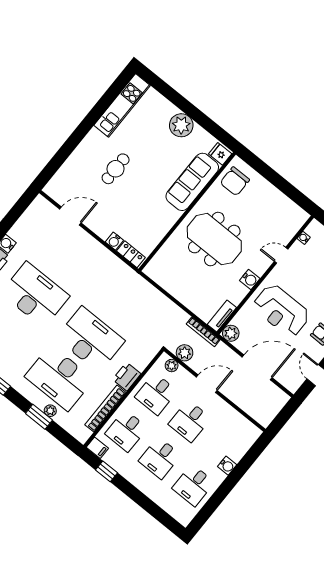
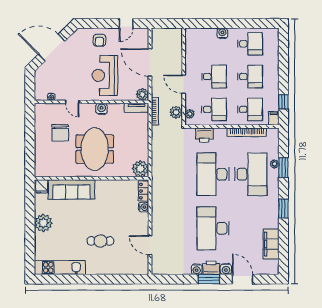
chair: (235, 181) -> (60, 133), moved, turned 90
plant: (156, 270) -> (140, 169), added
reception desk: (281, 311) -> (105, 75), turned 180
printer: (127, 377) -> (204, 135), moved

